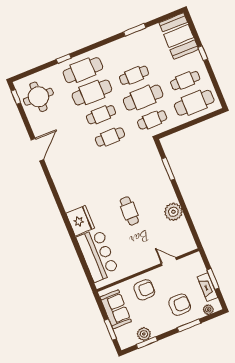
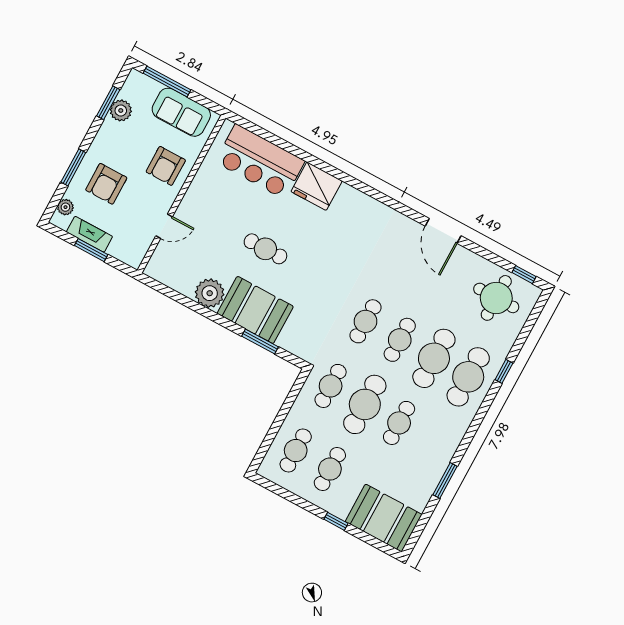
cafe table: (194, 103) -> (296, 451), width x0.73, depth x0.74
booth: (158, 186) -> (255, 310), added
window: (110, 330) -> (167, 82), width x1.44

